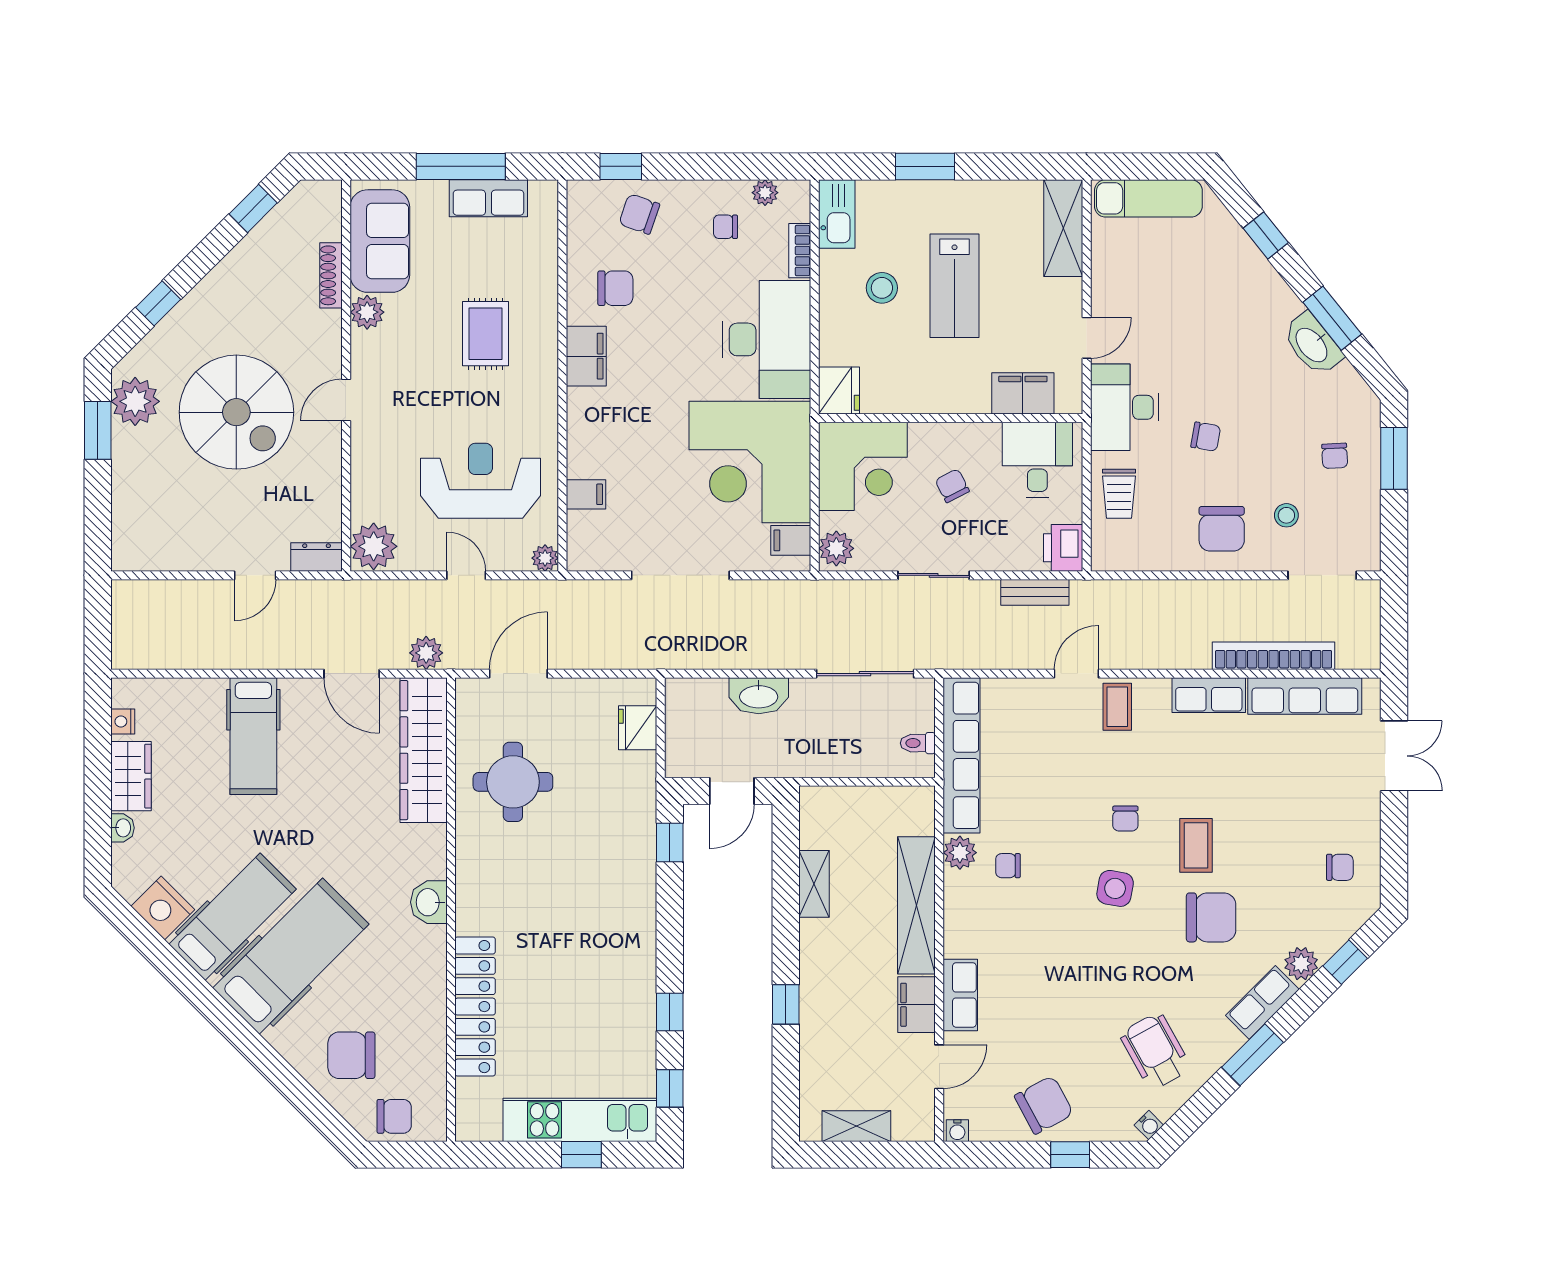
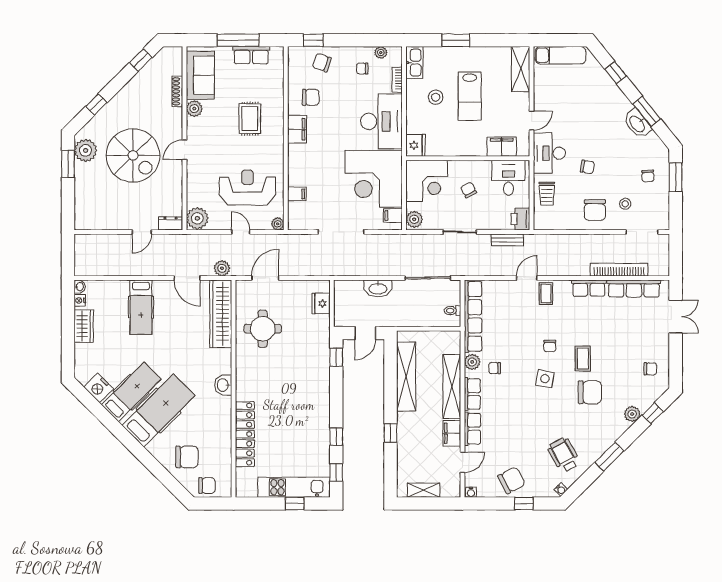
washbasin: (122, 828) -> (80, 287), moved
shelving: (814, 884) -> (406, 377), width x2.20, depth x1.33
row of seats: (1262, 1002) -> (472, 394), moved, turned 135
chair: (351, 1055) -> (187, 457), turned 180

